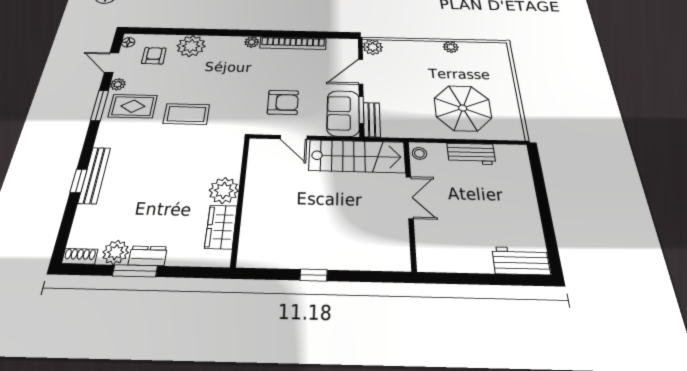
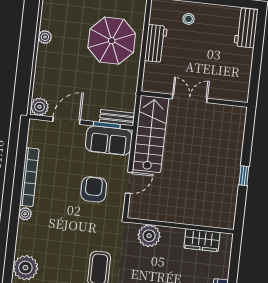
door: (361, 72) -> (66, 121), swing flipped
stool: (419, 153) -> (189, 19), moved
plant: (224, 190) -> (149, 236), moved

